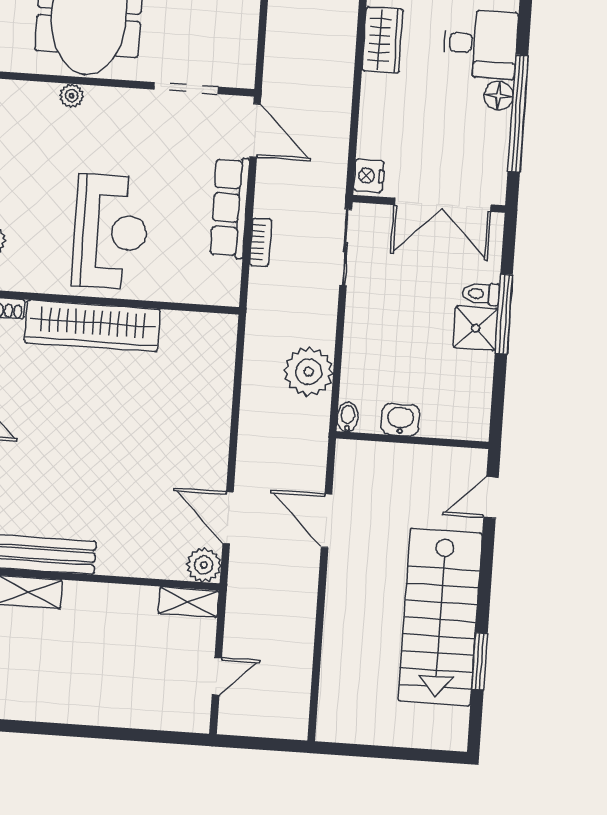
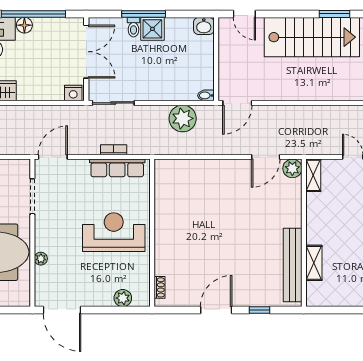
row of seats: (230, 208) -> (117, 168), moved
wardrobe: (92, 326) -> (166, 238), removed
washbasin: (400, 420) -> (204, 26), moved, turned -90
door: (327, 521) -> (237, 103), moved

